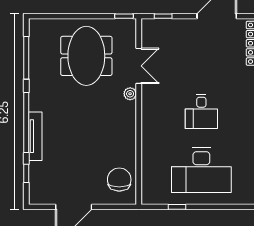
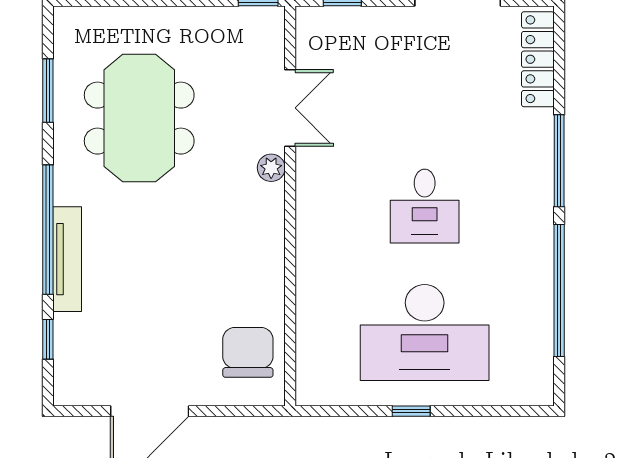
meeting table: (86, 56) -> (139, 118), moved
window: (26, 58) -> (48, 91), width x0.69
window: (177, 207) -> (411, 411), moved

